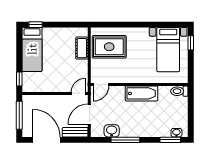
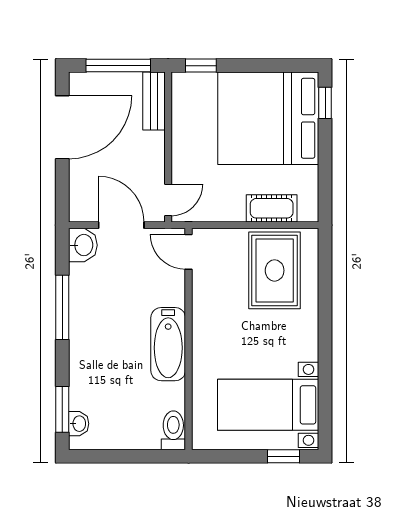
bed: (32, 49) -> (268, 118), width x2.04
door: (78, 93) -> (168, 200), hinge flipped
washbasin: (112, 131) -> (83, 245), moved
bench: (75, 132) -> (154, 101), moved

